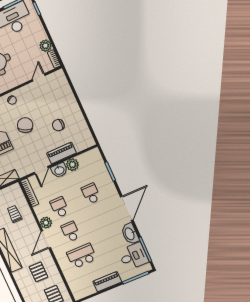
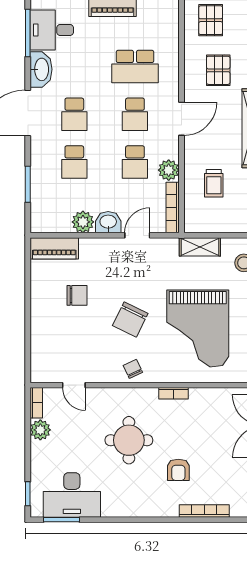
door: (39, 77) -> (74, 385), hinge flipped
piano: (61, 153) -> (54, 248), moved
school desk: (102, 218) -> (74, 114), added
plant: (46, 223) -> (169, 170), moved

